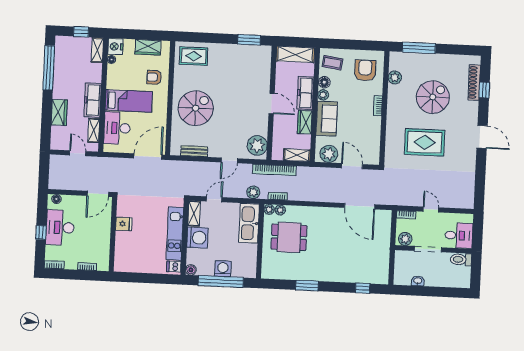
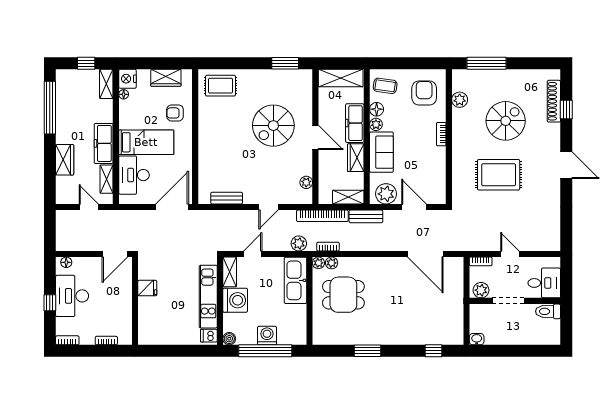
spiral stairs: (196, 108) -> (273, 126), moved, turned 180
plant: (257, 145) -> (306, 182), width x0.53, depth x0.53
bench: (311, 172) -> (366, 216), added
washbasin: (418, 281) -> (477, 339), moved

